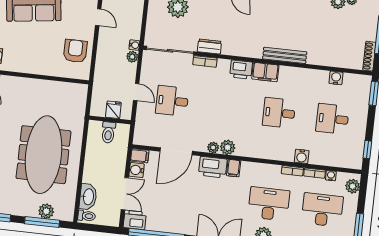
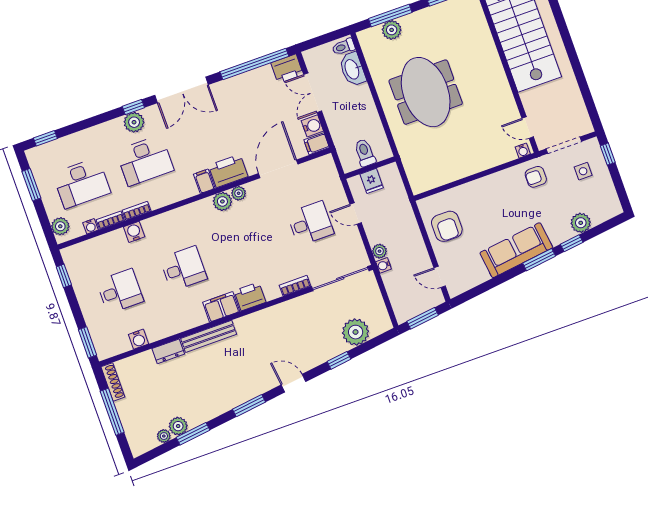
dresser: (209, 46) -> (168, 351), moved
meeting table: (44, 155) -> (426, 92), width x0.73

